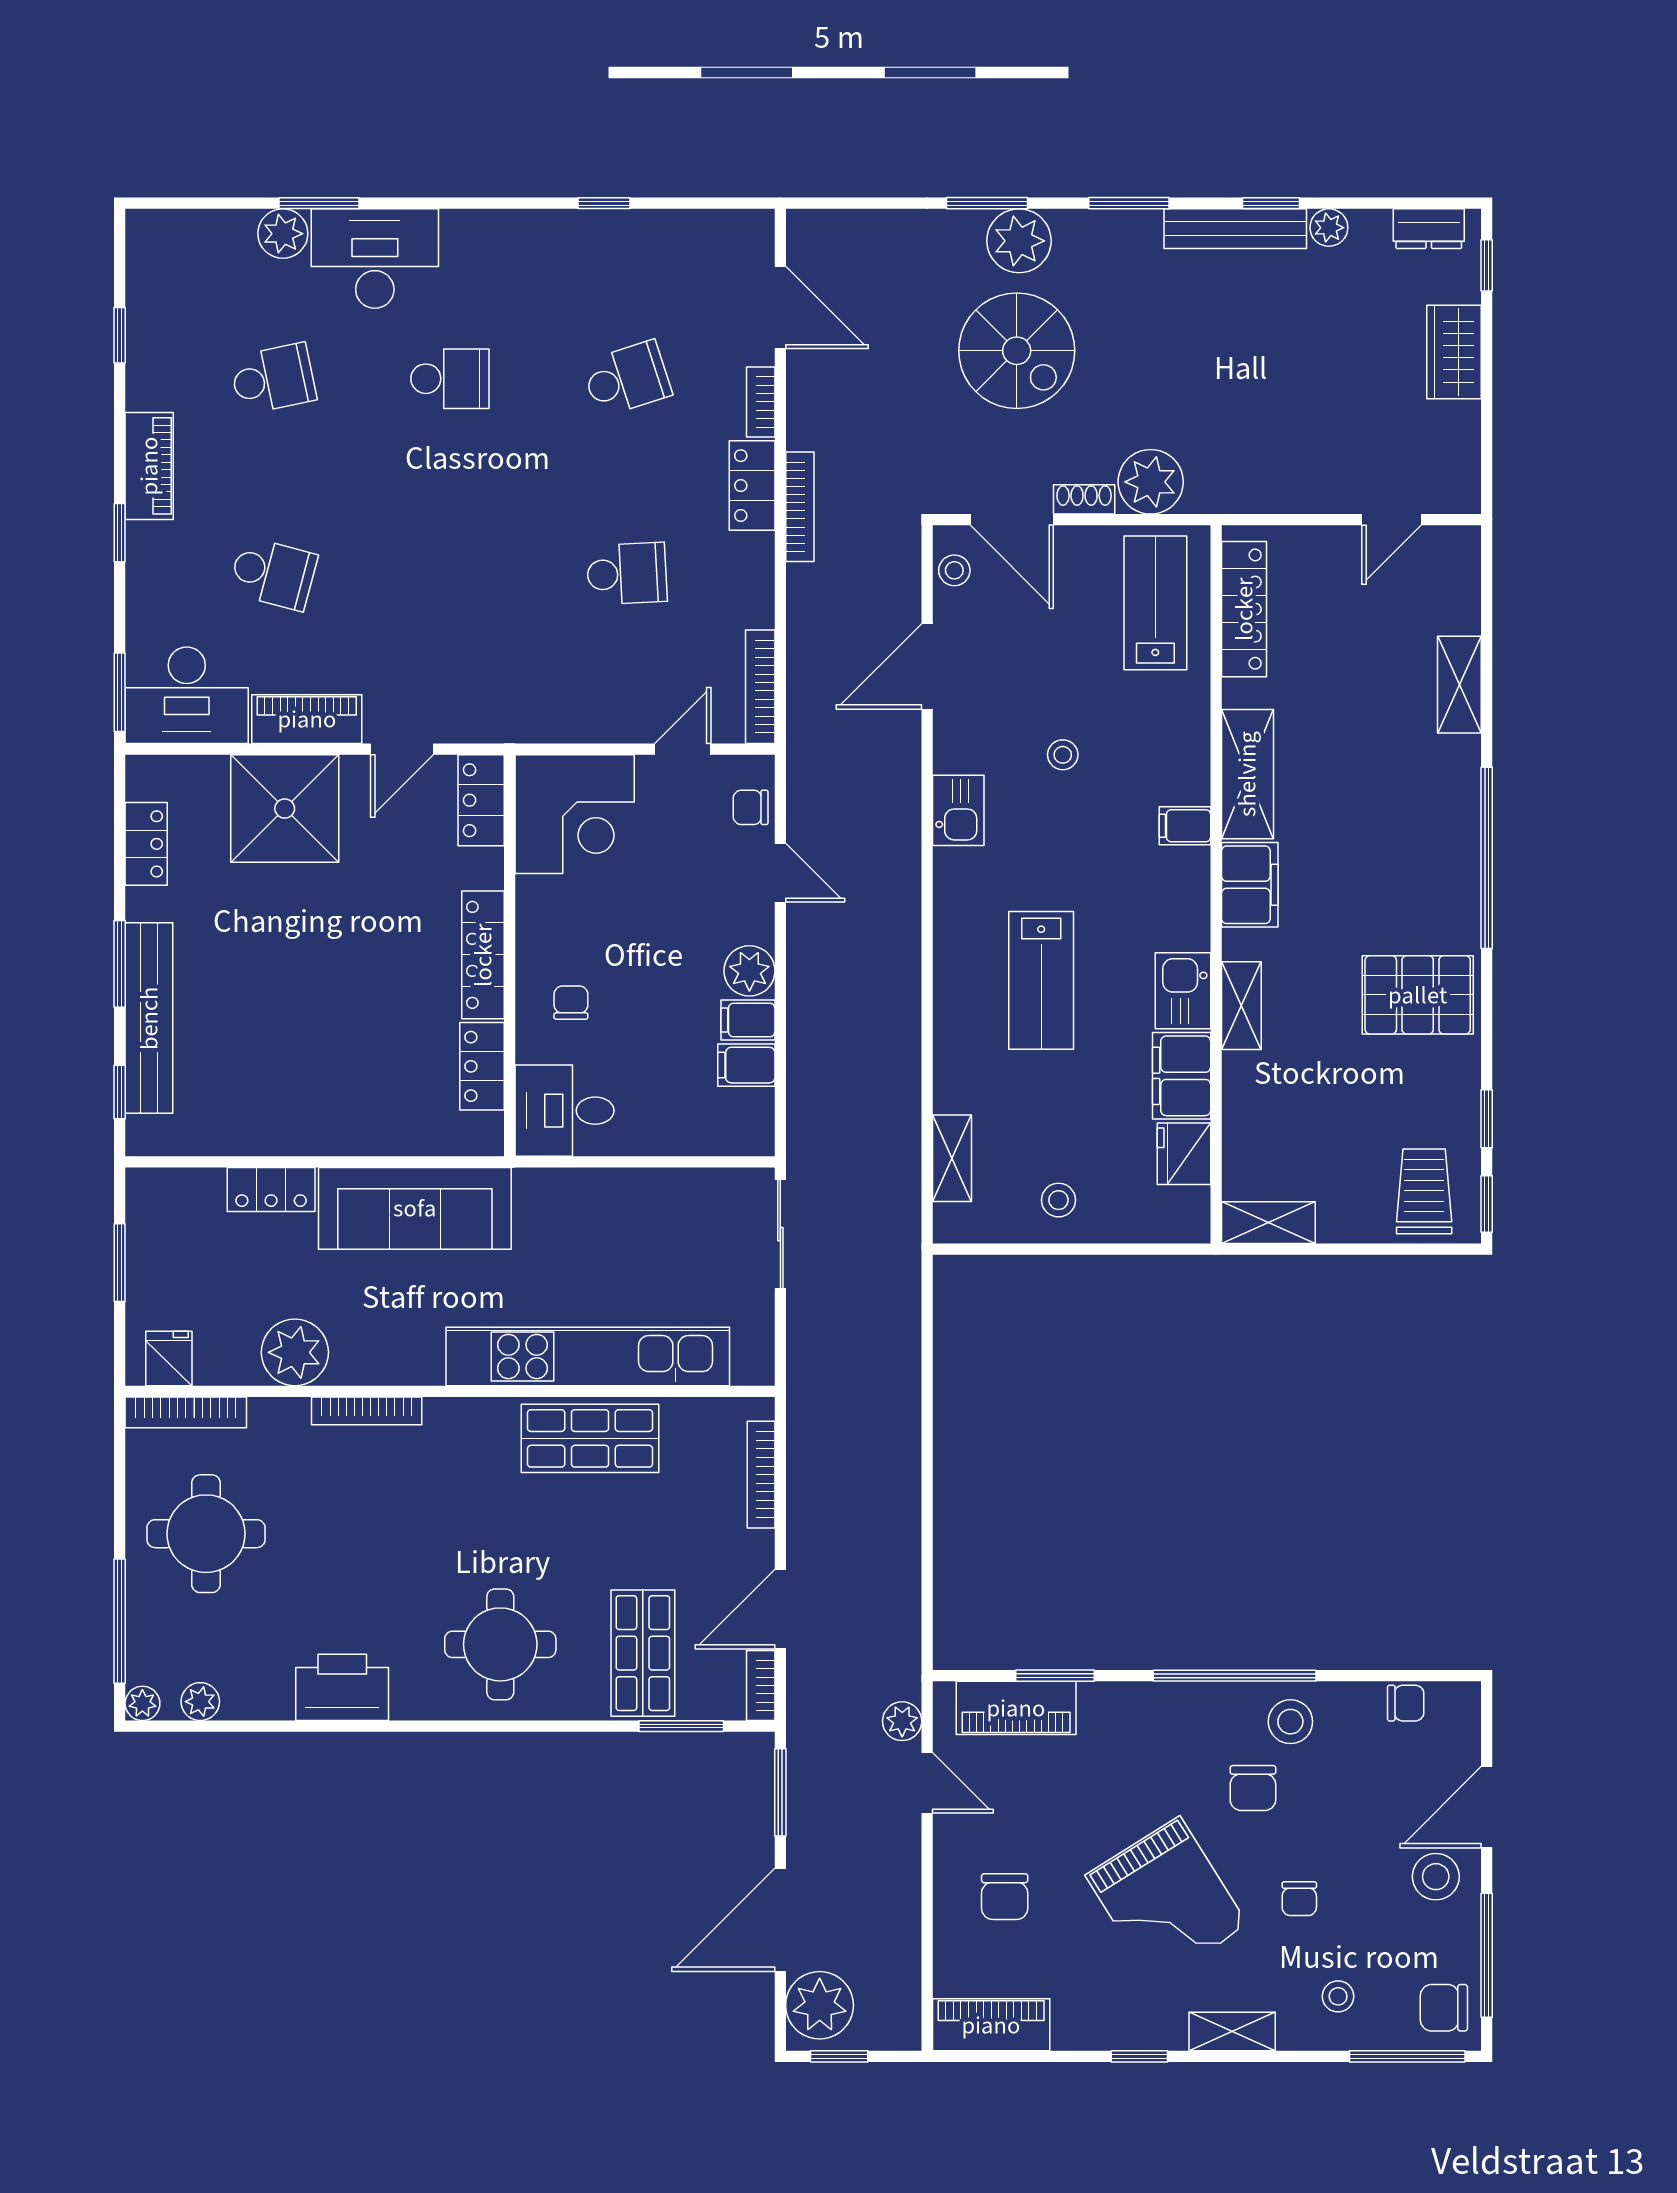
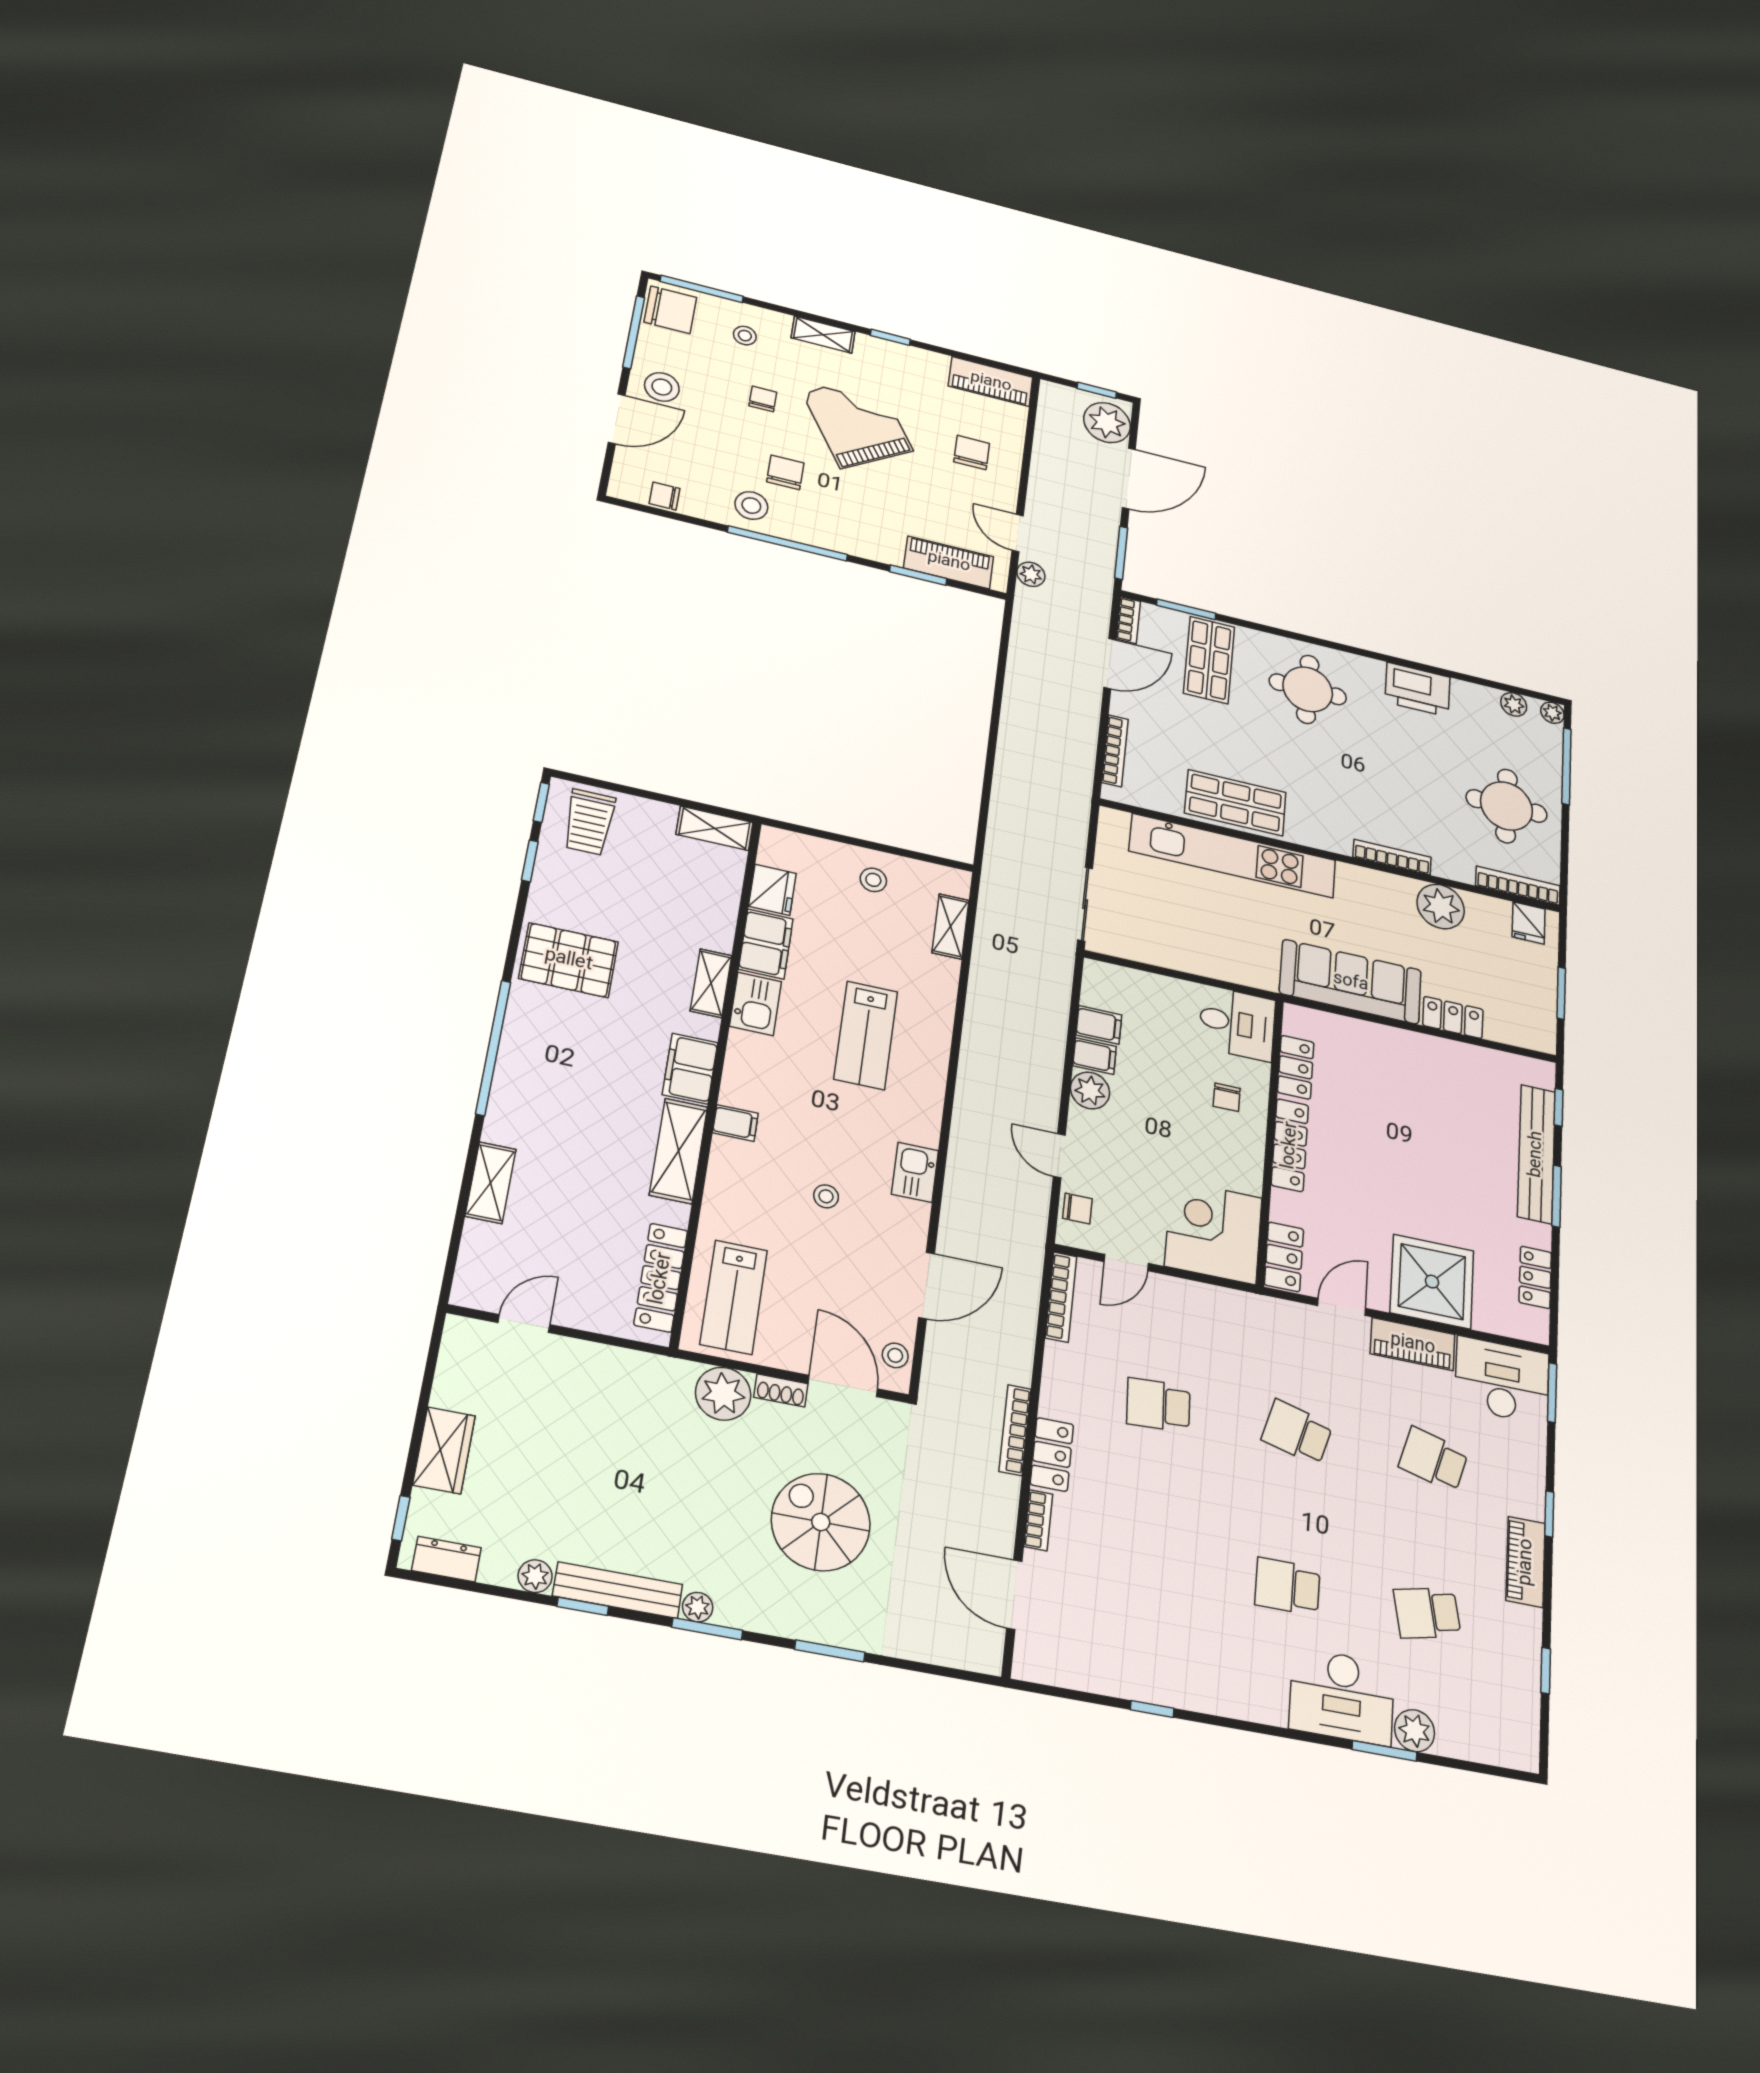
plant: (1019, 241) -> (698, 1607), moved, width x0.53, depth x0.53
school desk: (627, 379) -> (1297, 1432), moved, turned 33
lab bench: (1041, 980) -> (866, 1035), turned 180
chair: (1444, 2008) -> (670, 310), width x1.37, depth x1.37

